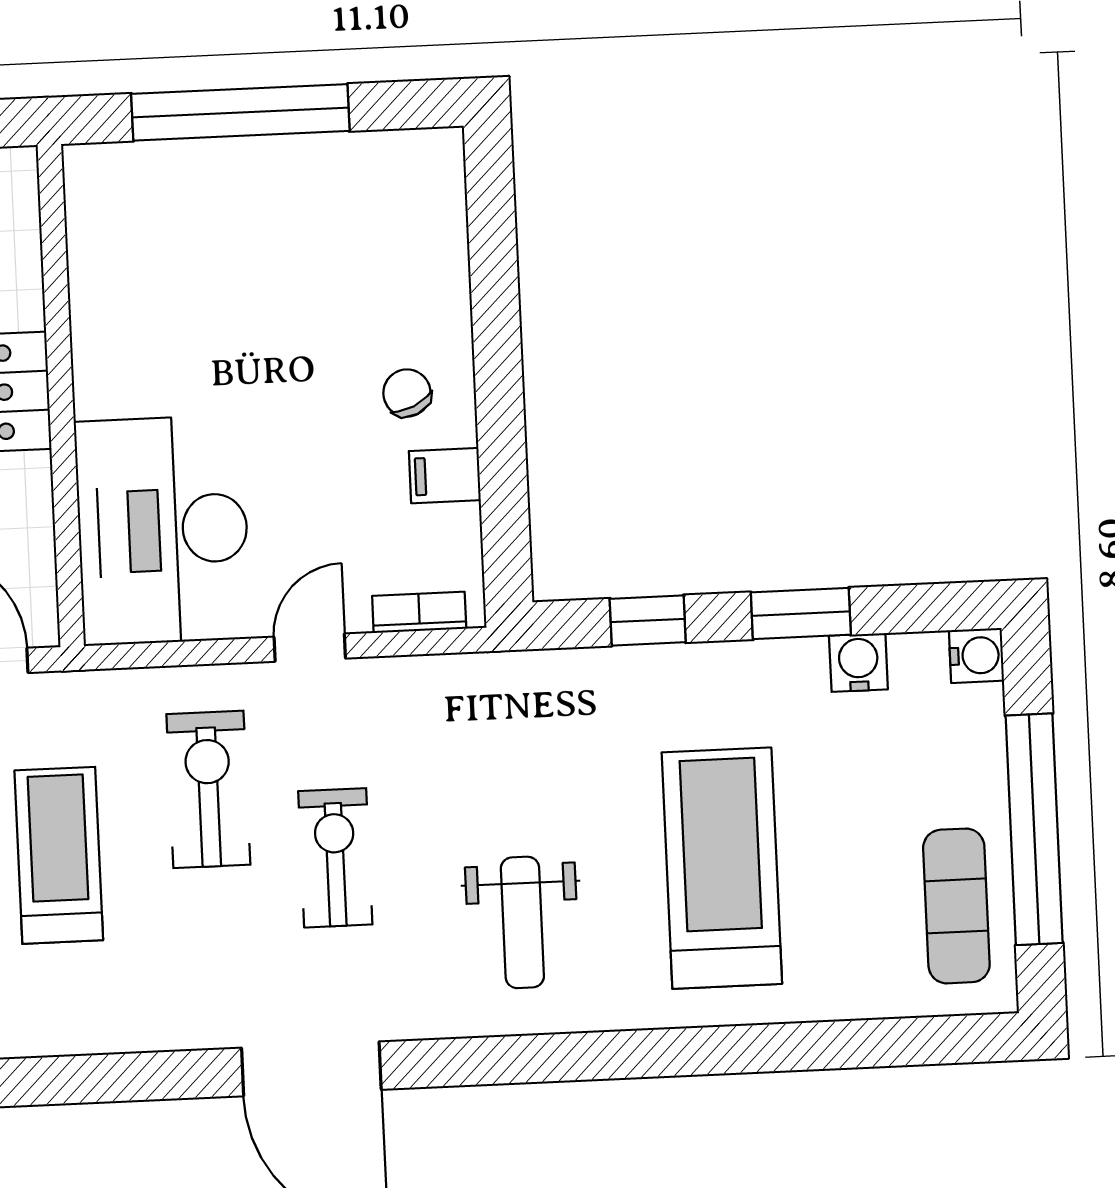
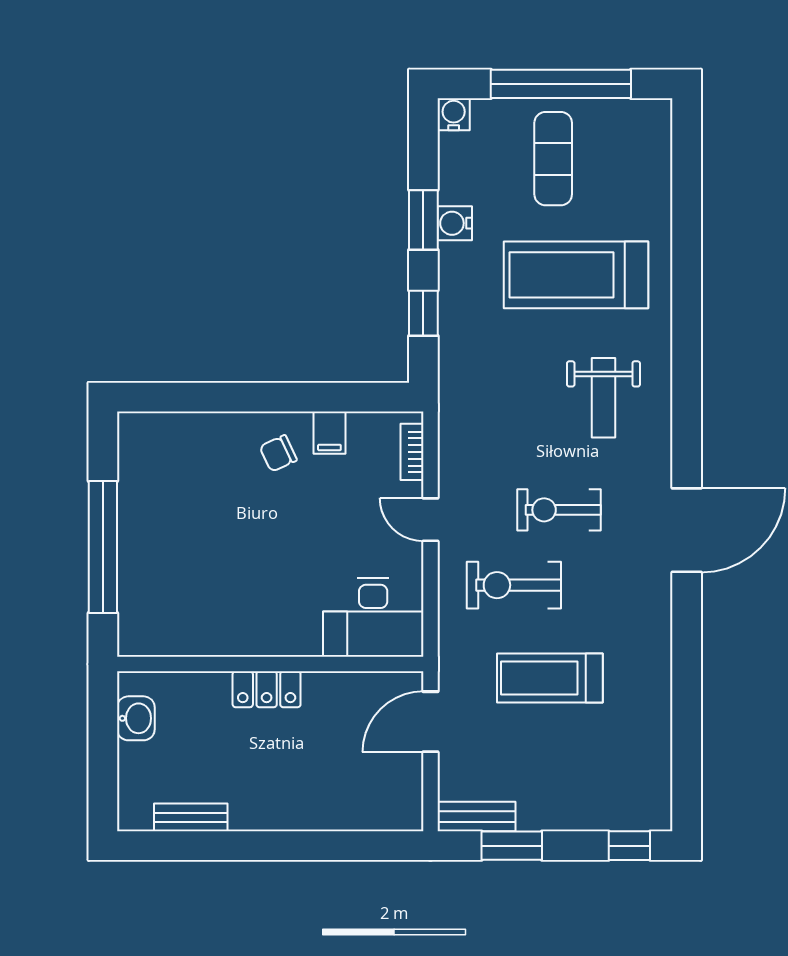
desk: (163, 530) -> (373, 618), width x0.73, depth x0.77
water cooler: (858, 663) -> (455, 223), moved
exercise mat: (956, 906) -> (553, 159), moved, turned 90
weight bench: (522, 922) -> (603, 398), turned 90

